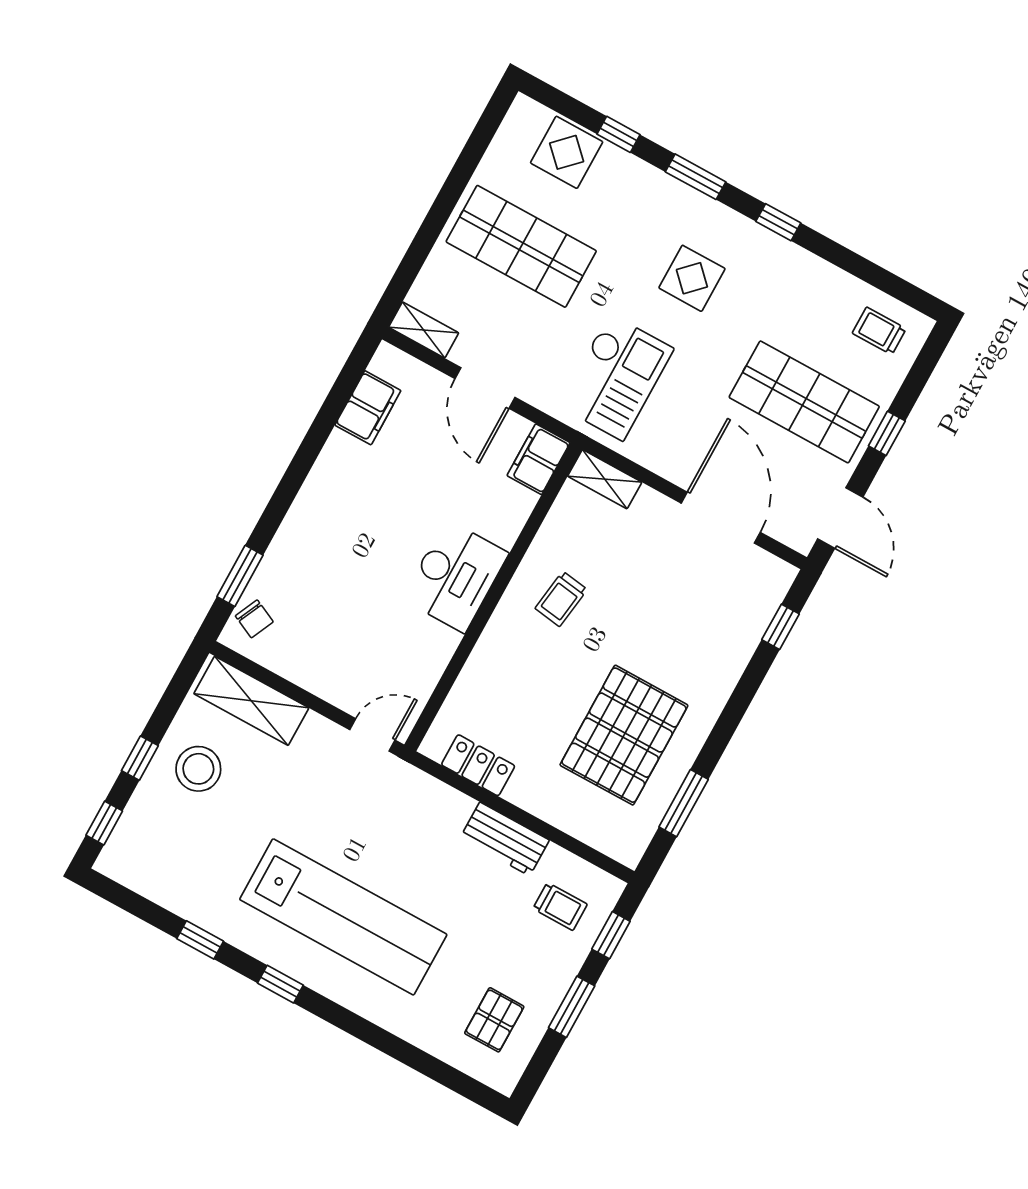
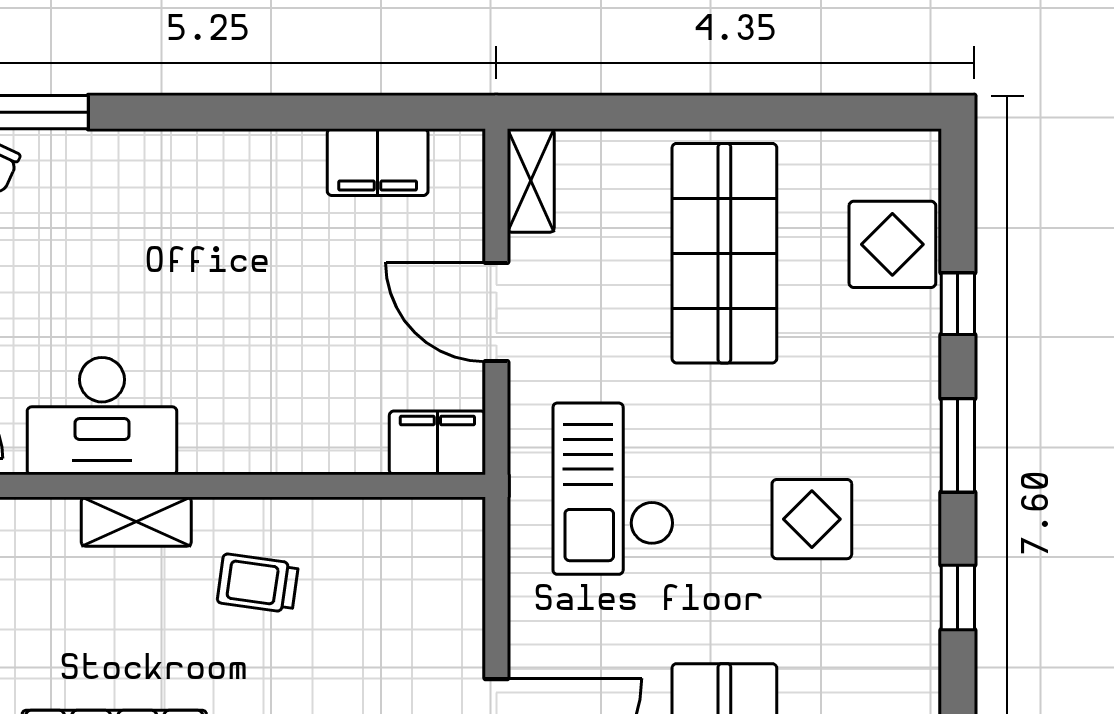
checkout: (616, 377) -> (613, 489), turned 90
door: (485, 388) -> (496, 312), hinge flipped
shelving: (605, 479) -> (136, 522), moved, turned 90
desk: (455, 576) -> (102, 416), moved

